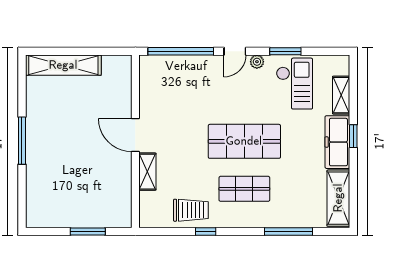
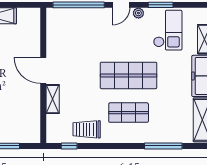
trolley: (191, 210) -> (87, 129), turned 180
window: (206, 231) -> (69, 146), moved

